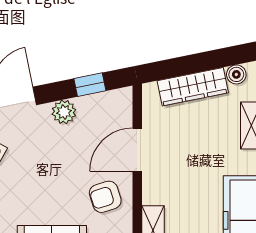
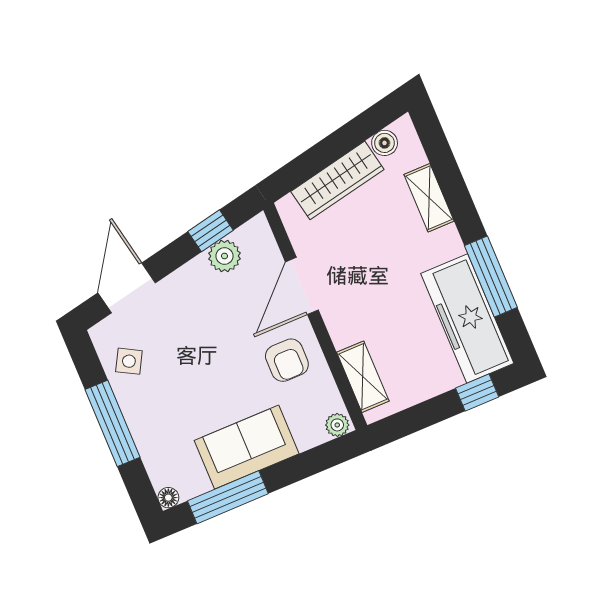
plant: (64, 112) -> (224, 256), moved
armchair: (105, 197) -> (287, 360), turned -72

